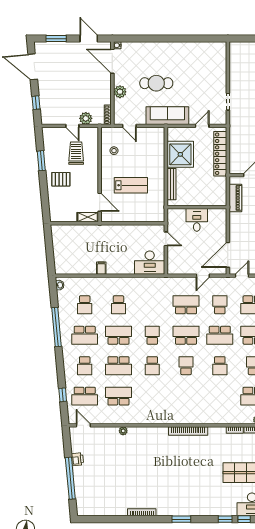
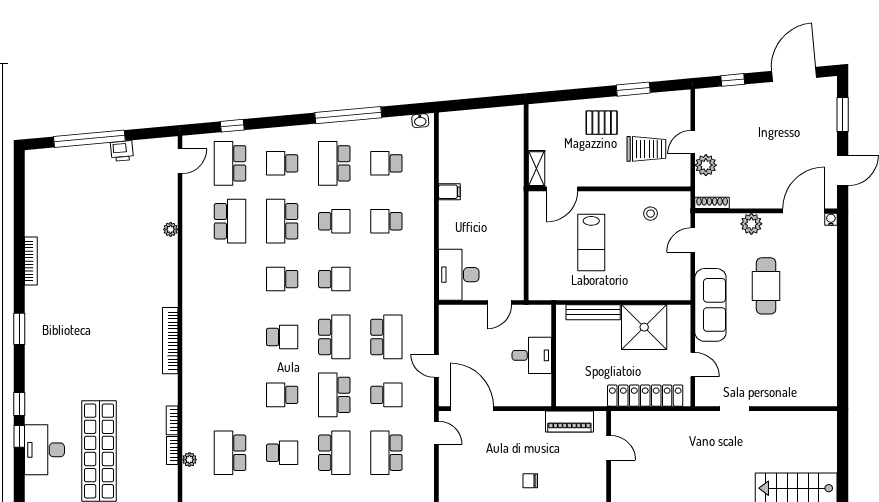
pallet: (61, 179) -> (602, 123), turned 90
school desk: (118, 335) -> (334, 221), width x0.54

